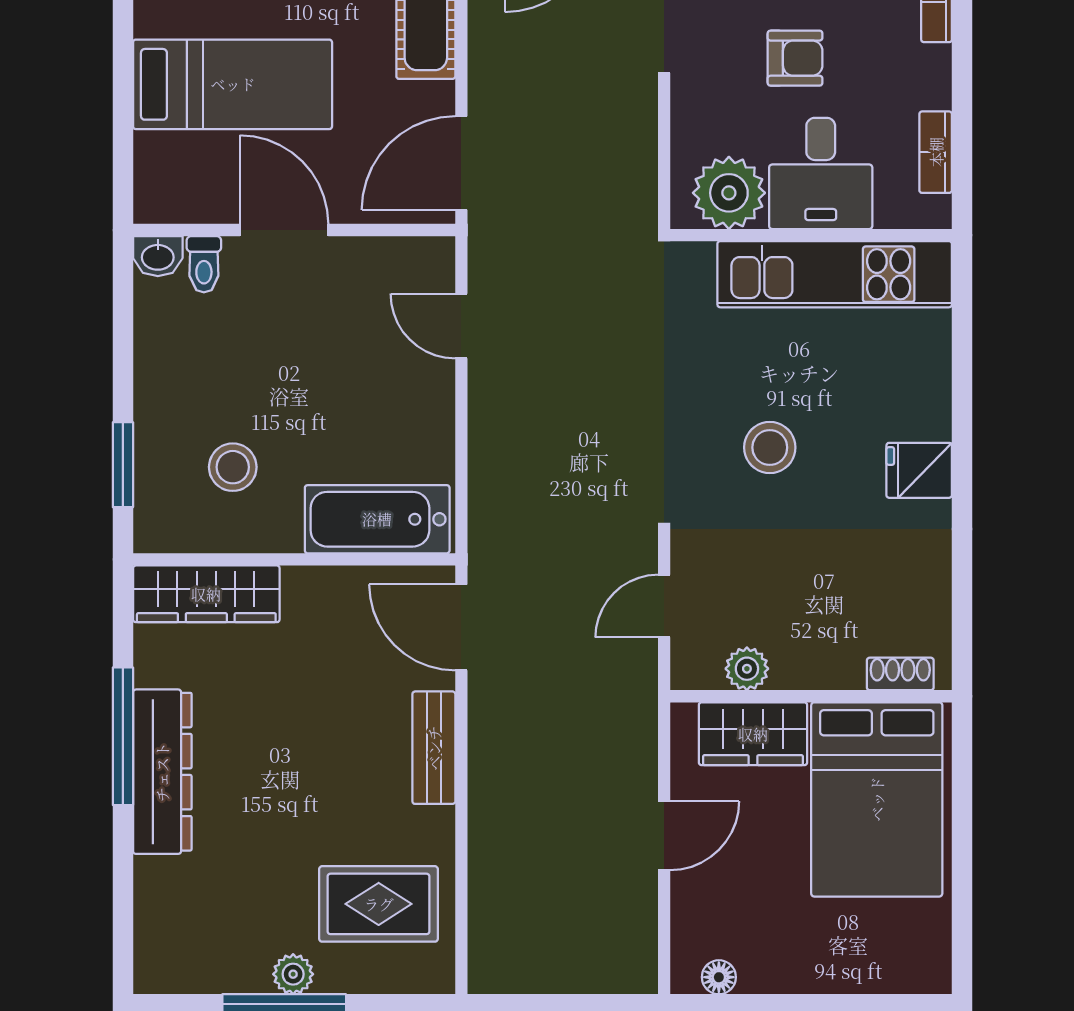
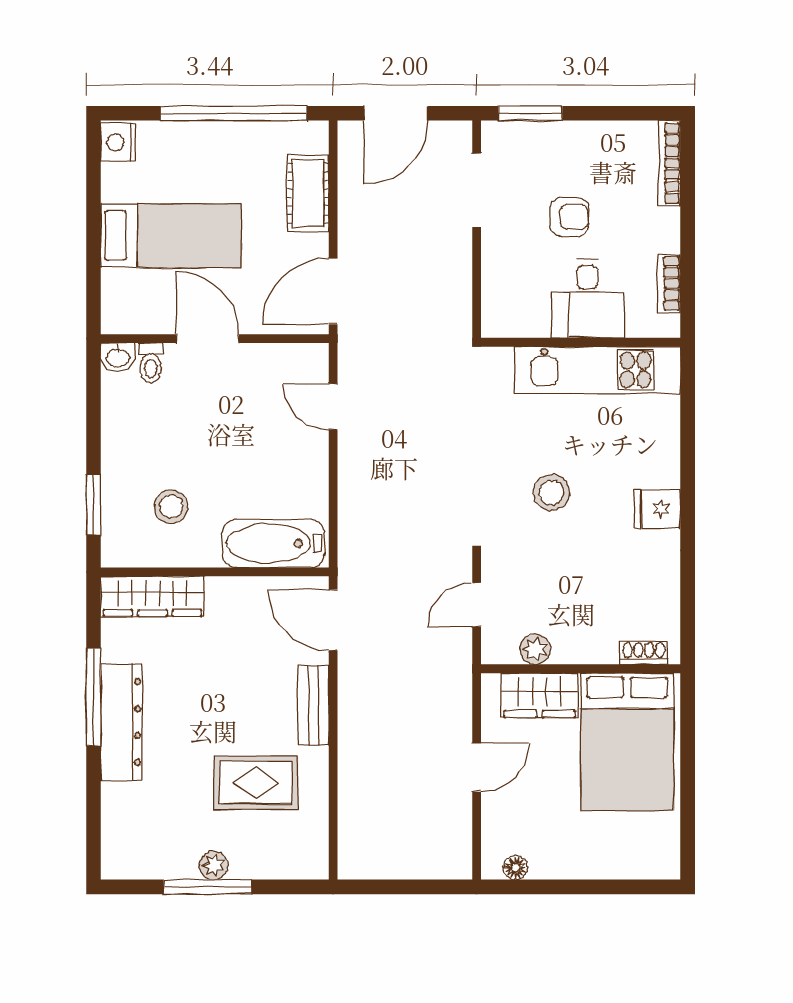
plant: (729, 193) -> (523, 312), removed
rug: (379, 904) -> (256, 783), moved

